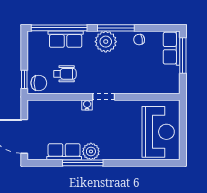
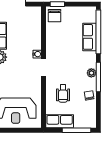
plant: (106, 42) -> (91, 73), width x0.53, depth x0.53
row of seats: (172, 48) -> (60, 121), moved
wheelchair: (65, 74) -> (63, 93), moved

